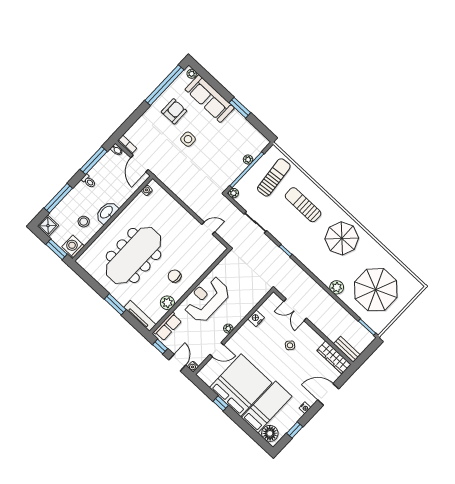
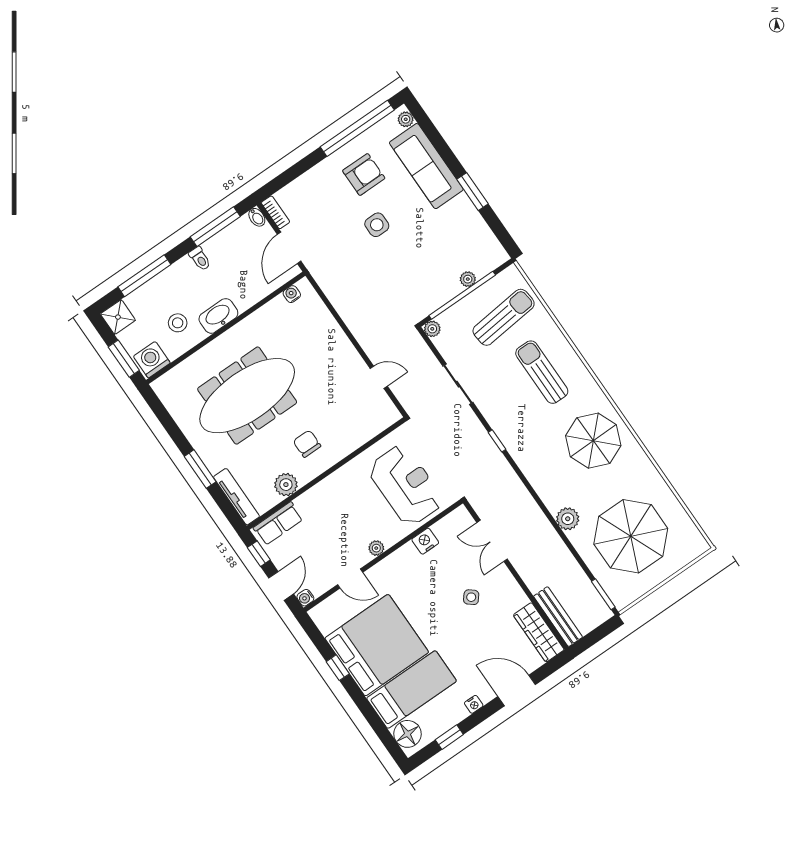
reception desk: (207, 299) -> (406, 485), moved, turned 90
bench: (347, 349) -> (558, 617), width x1.36

